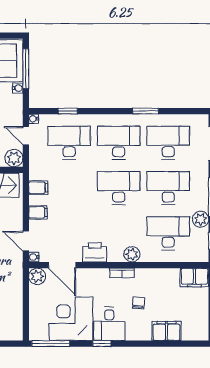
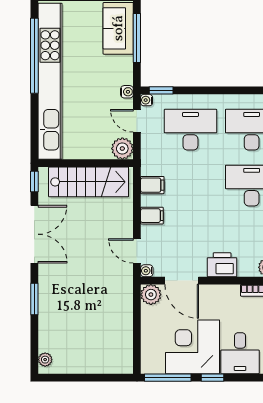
water cooler: (18, 88) -> (127, 92), moved
window: (68, 111) -> (161, 90), moved
window: (102, 344) -> (213, 378), moved

